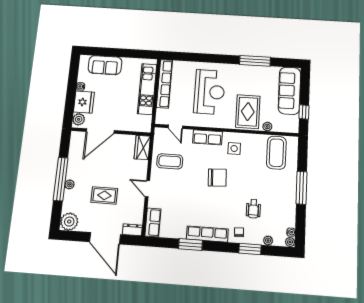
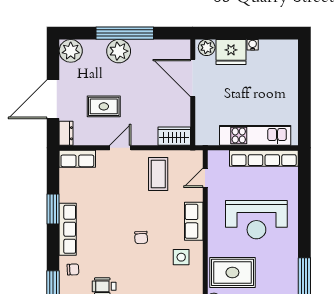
sofa: (105, 65) -> (285, 75), removed
chair: (217, 178) -> (141, 237), width x0.54, depth x0.54
plant: (70, 184) -> (119, 51), width x1.87, depth x1.87
rug: (104, 195) -> (104, 106), moved, turned 90

